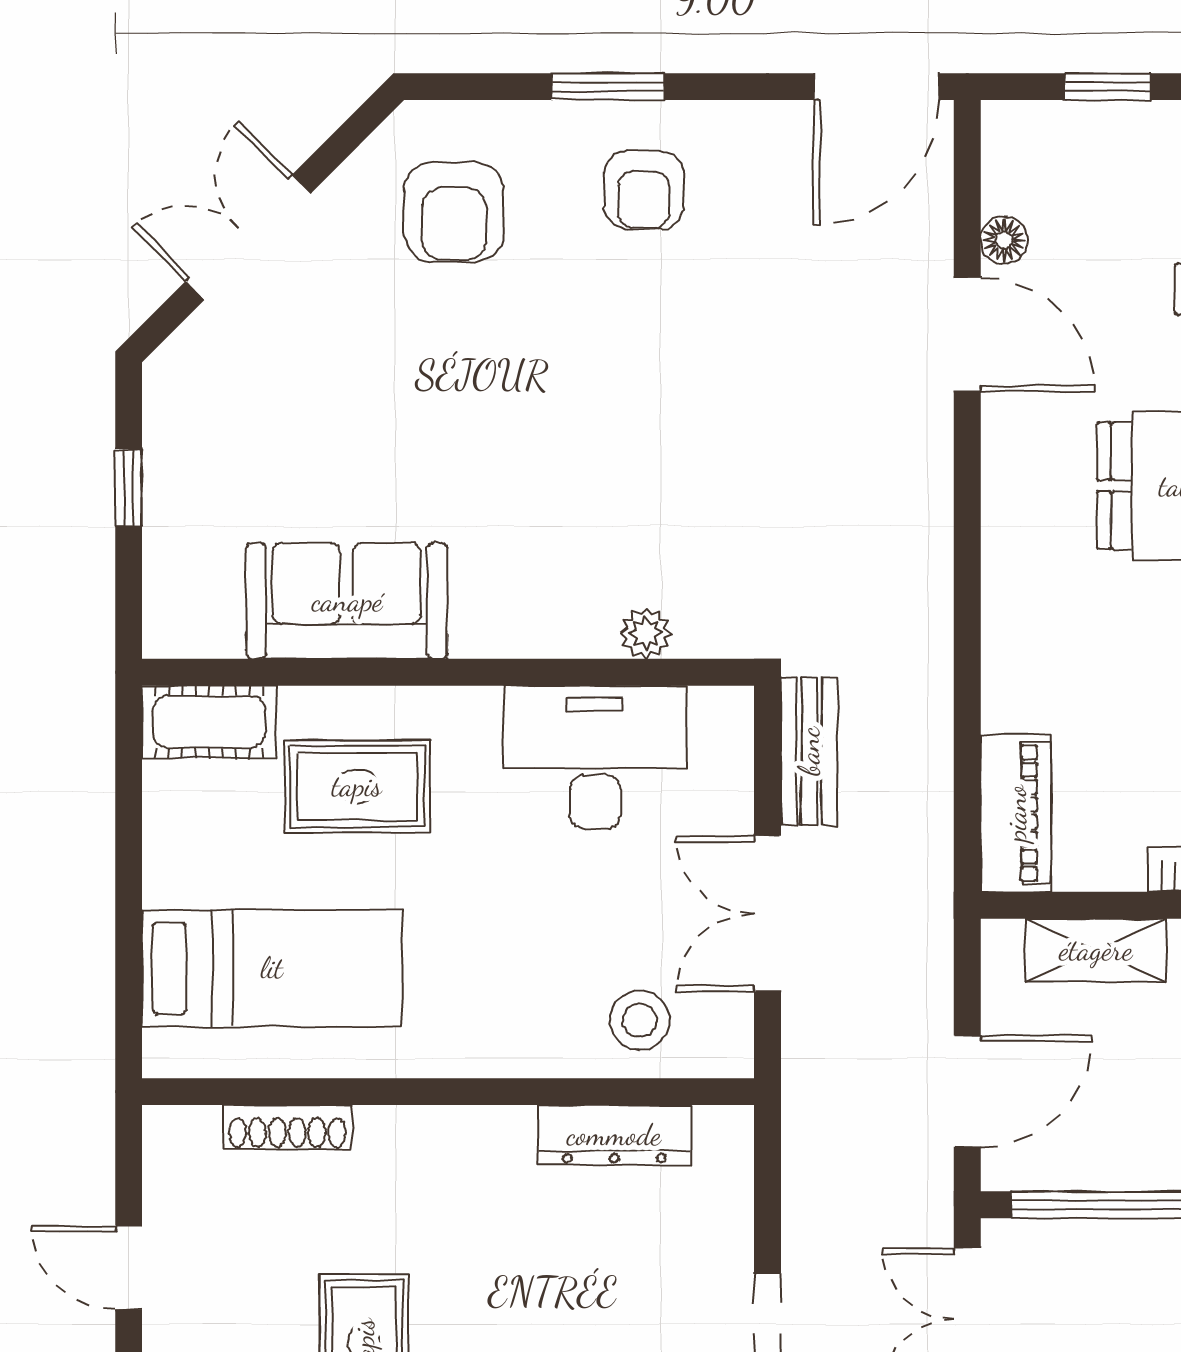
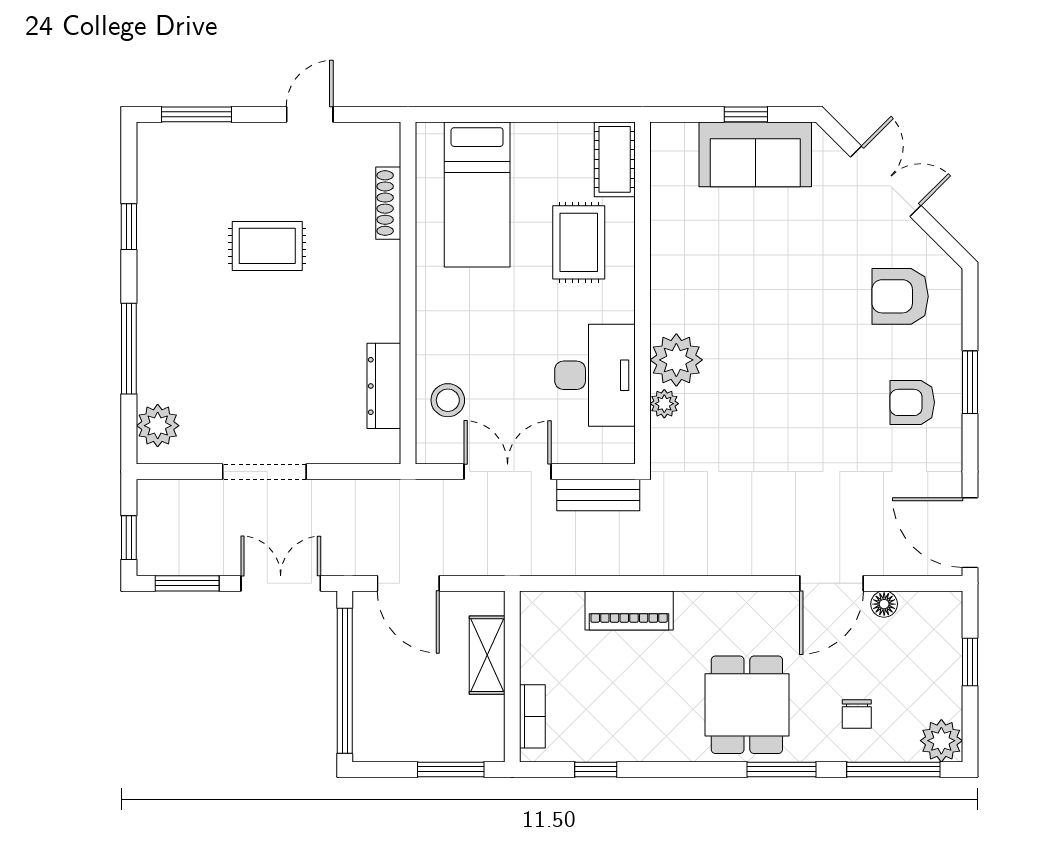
sofa: (347, 601) -> (755, 154), moved, turned 90
plant: (568, 612) -> (676, 360), added
piano: (1016, 813) -> (629, 610), moved

